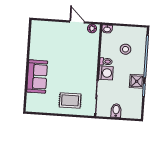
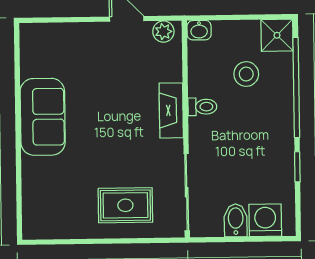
fireplace: (93, 62) -> (171, 110), added
washing machine: (106, 73) -> (265, 220), moved, turned -90
sofa: (37, 77) -> (43, 117), moved
shower: (137, 81) -> (277, 35), moved

